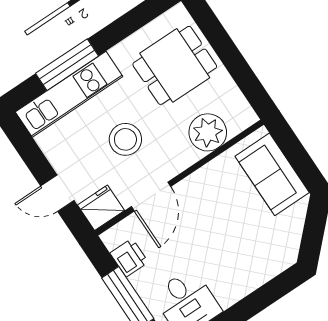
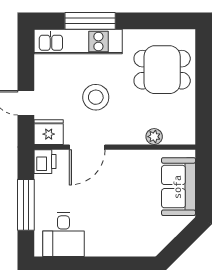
plant: (208, 132) -> (154, 137), width x0.53, depth x0.53
printer: (129, 258) -> (45, 162), moved

